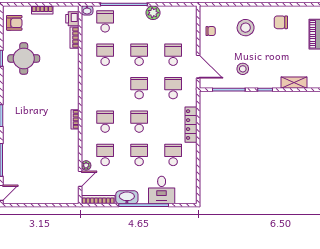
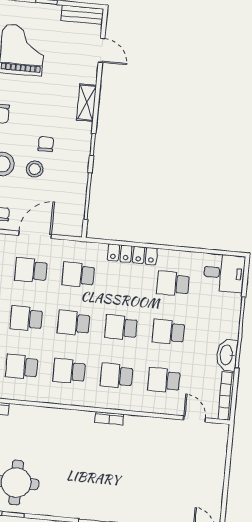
chair: (262, 57) -> (46, 144), added
door: (198, 67) -> (35, 235), moved
stool: (243, 69) -> (35, 169), moved
school desk: (105, 88) -> (69, 371), added
plant: (86, 165) -> (176, 409), removed
desk: (162, 190) -> (224, 273), moved

